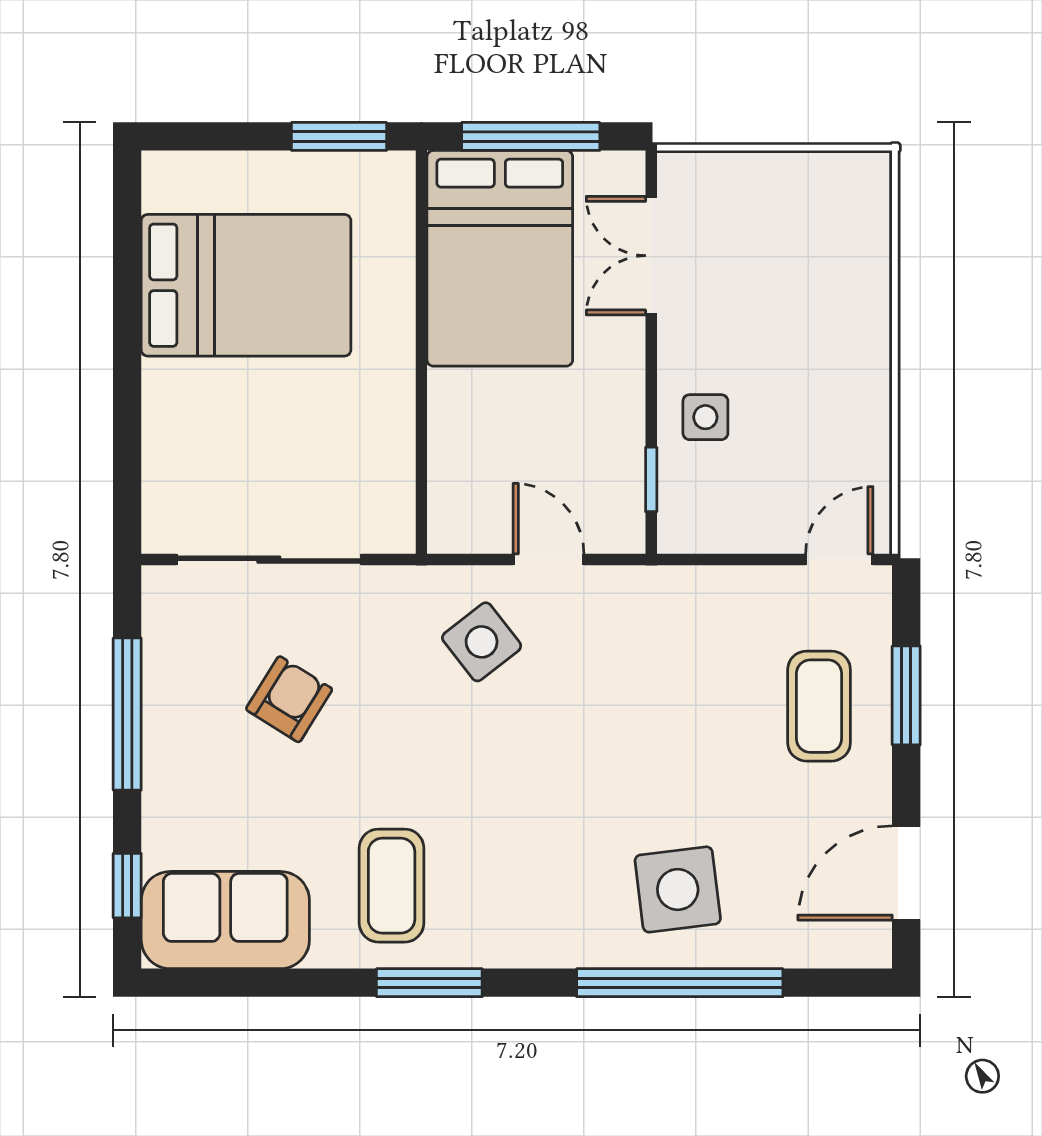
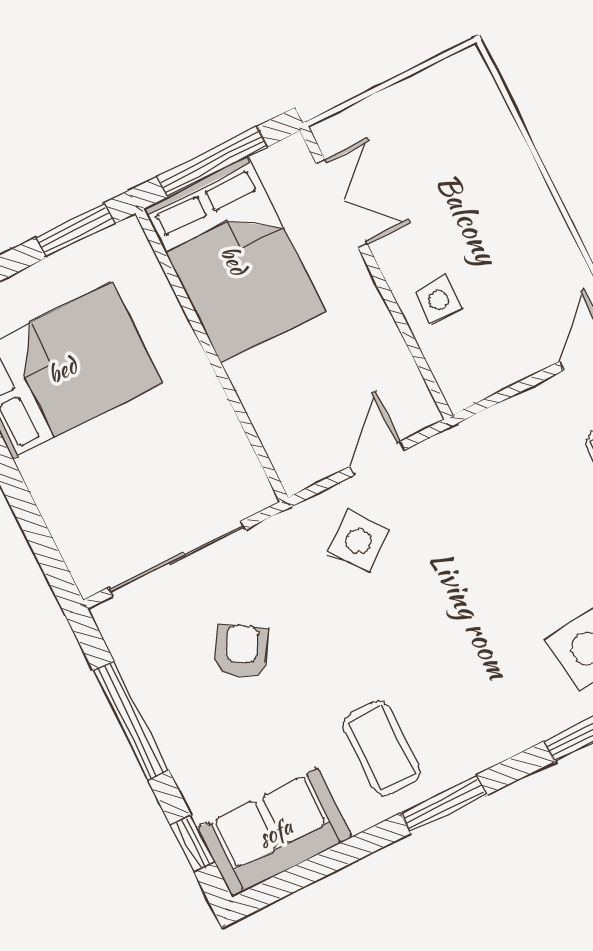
double door: (651, 256) -> (342, 204), swing flipped
window: (651, 479) -> (422, 364), removed
door: (549, 560) -> (377, 458), hinge flipped

